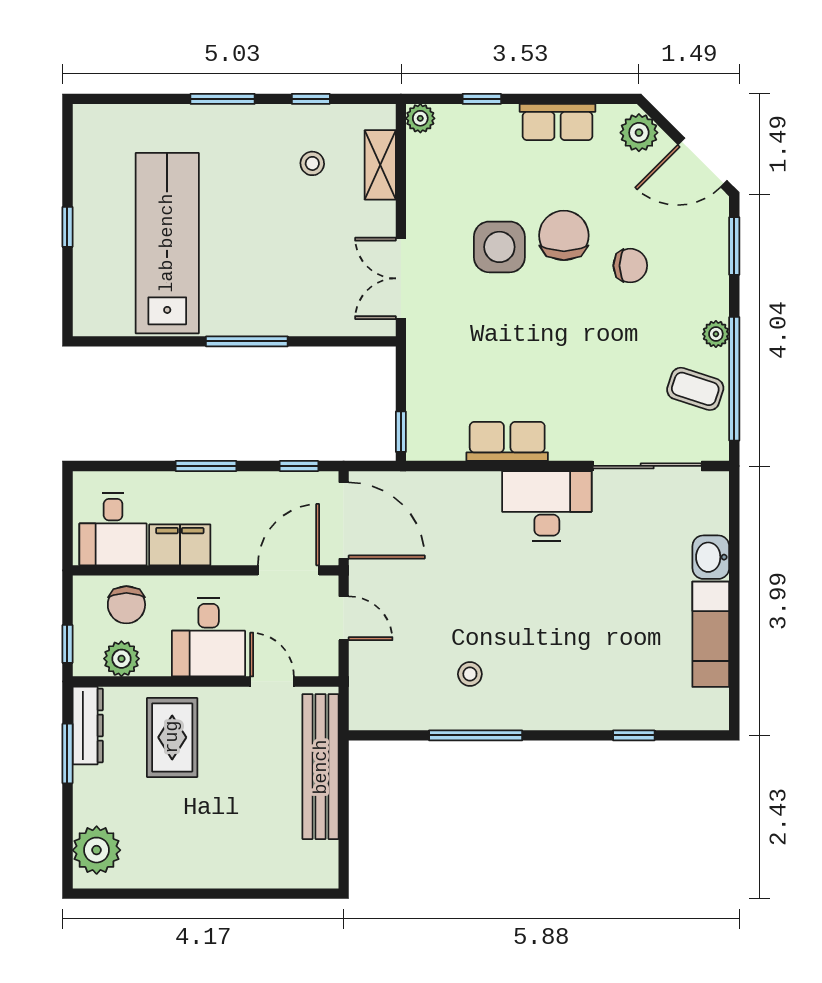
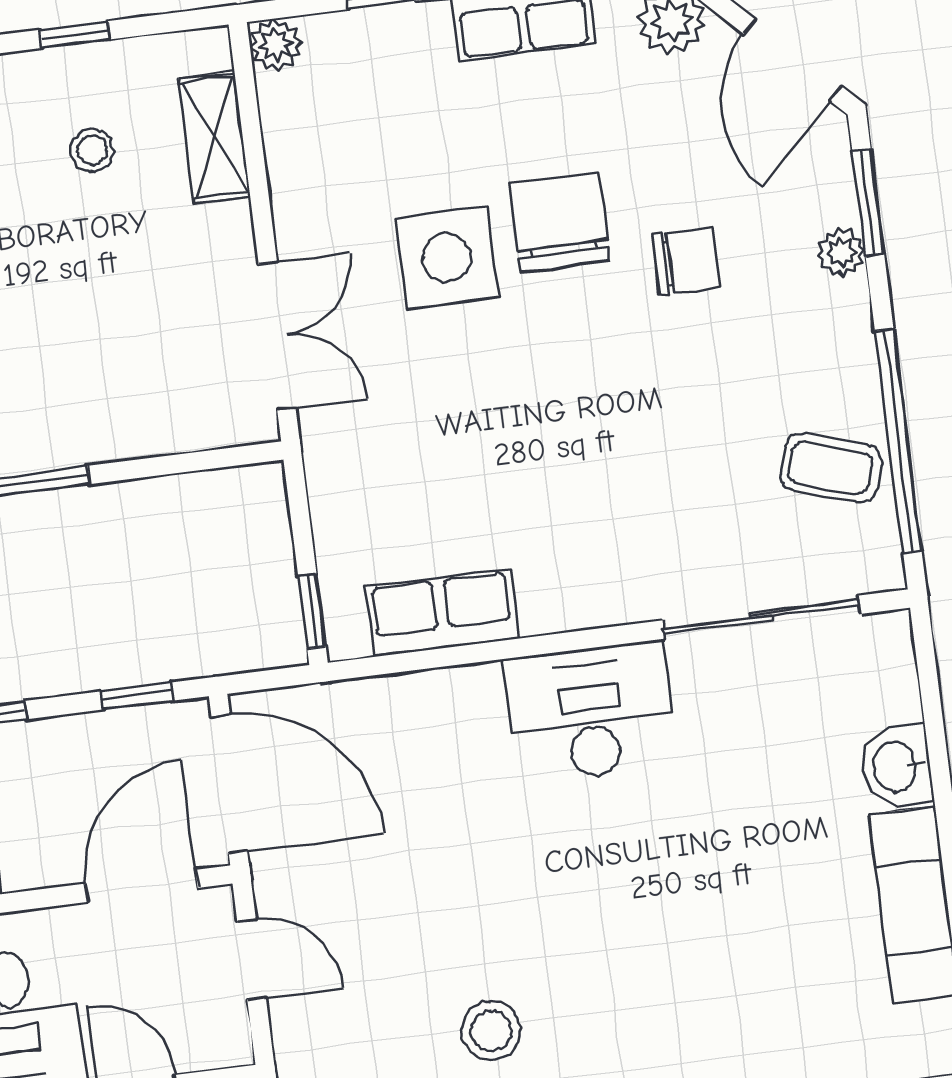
door: (703, 163) -> (792, 60), hinge flipped
double door: (401, 278) -> (277, 336), swing flipped
plant: (716, 334) -> (841, 253), moved
row of seats: (507, 441) -> (442, 613), moved
stool: (470, 674) -> (491, 1031), width x1.37, depth x1.37

